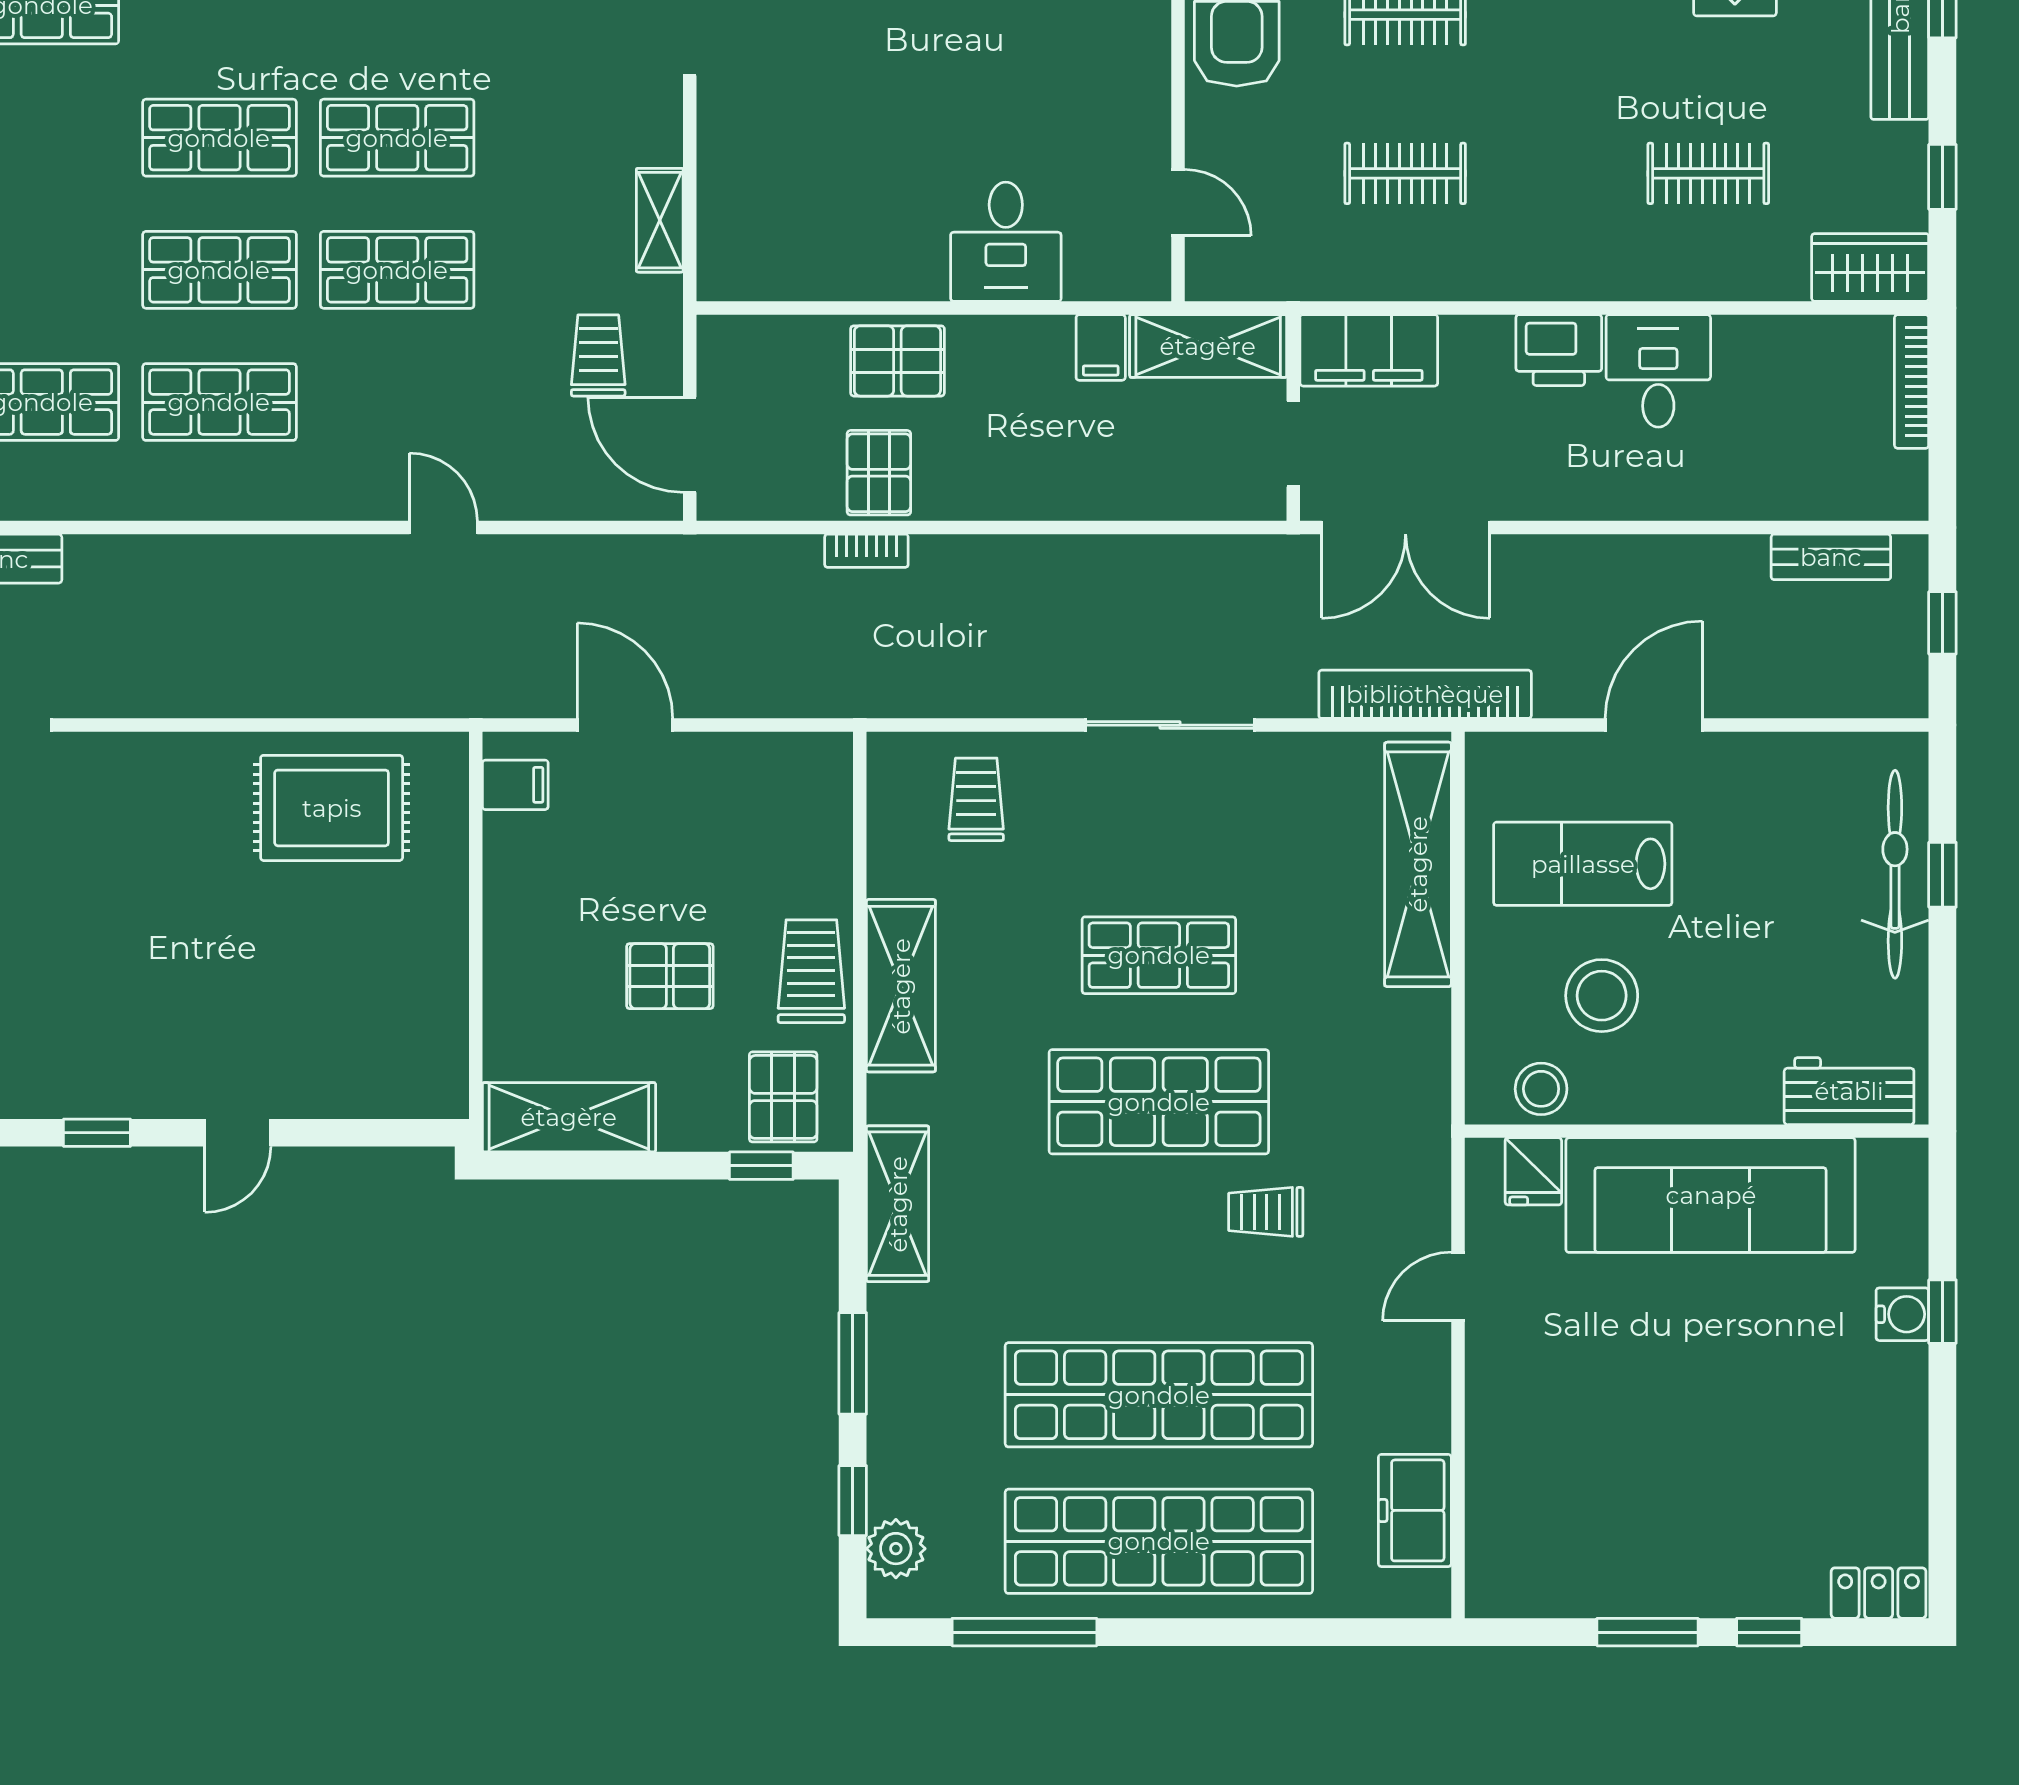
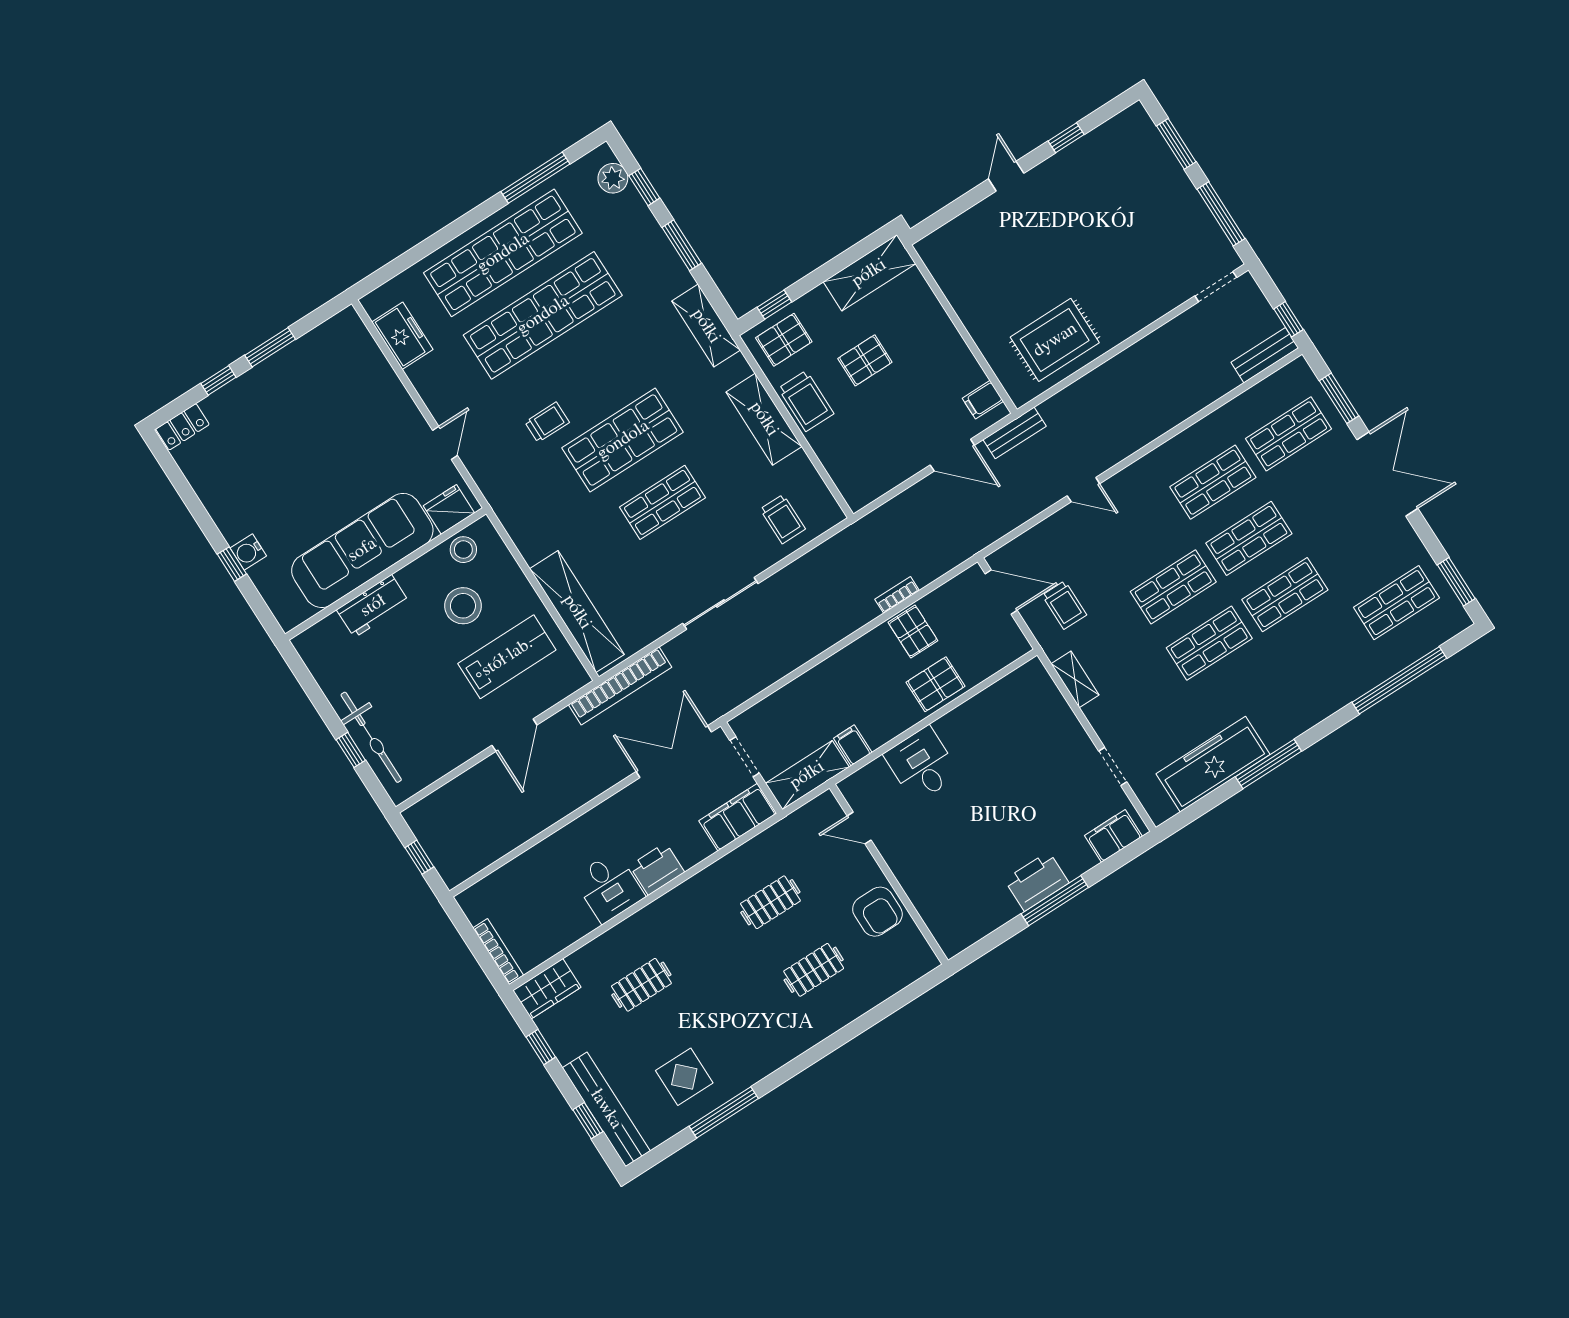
bench: (1831, 557) -> (1015, 433), moved
workbench: (1849, 1091) -> (373, 606), moved
pallet: (783, 1097) -> (784, 340), turned 90
fridge: (1533, 1171) -> (449, 509), width x1.38

